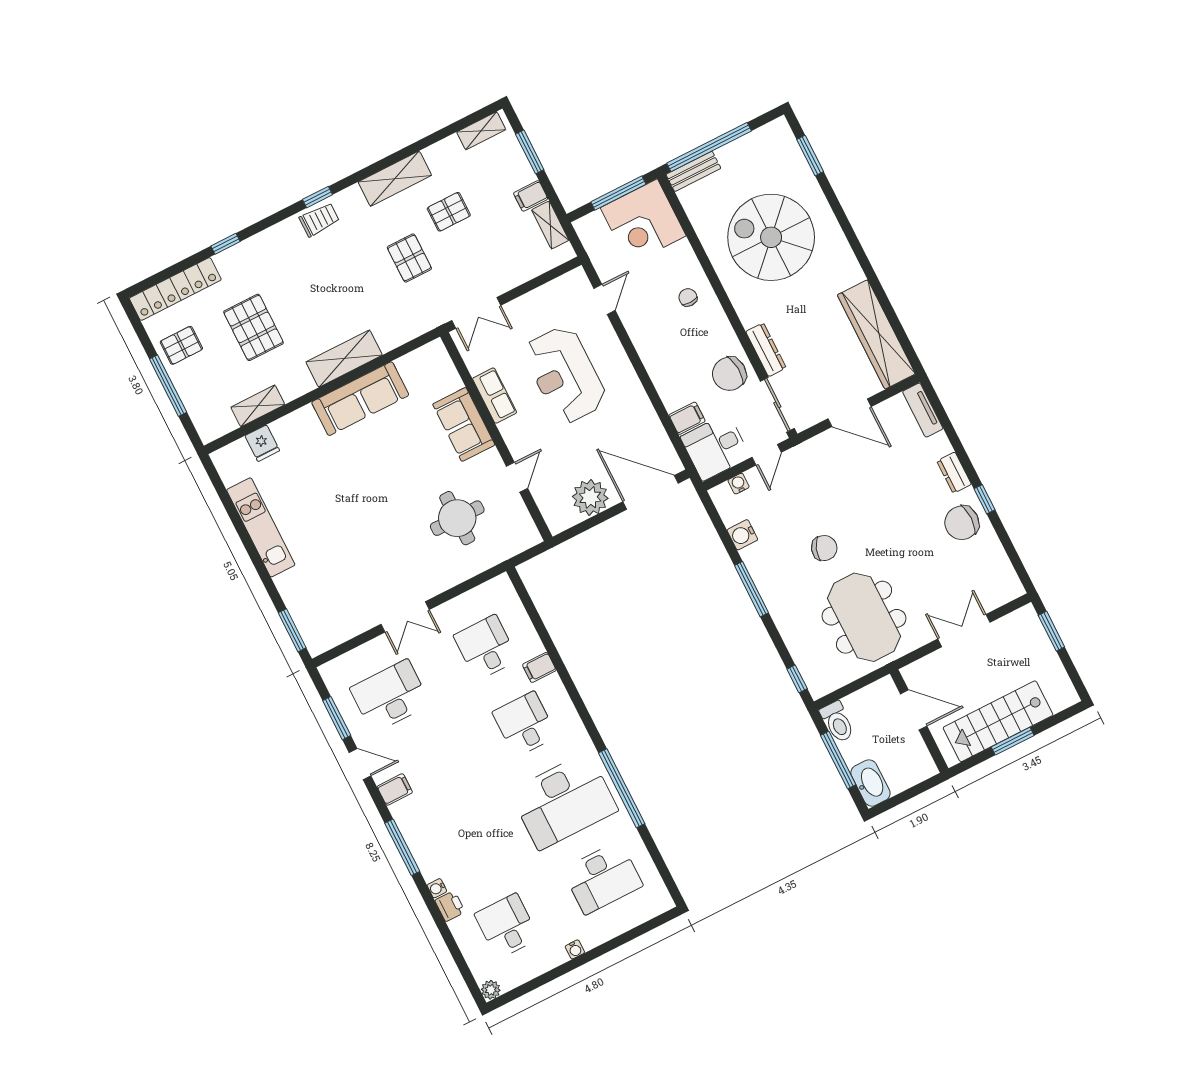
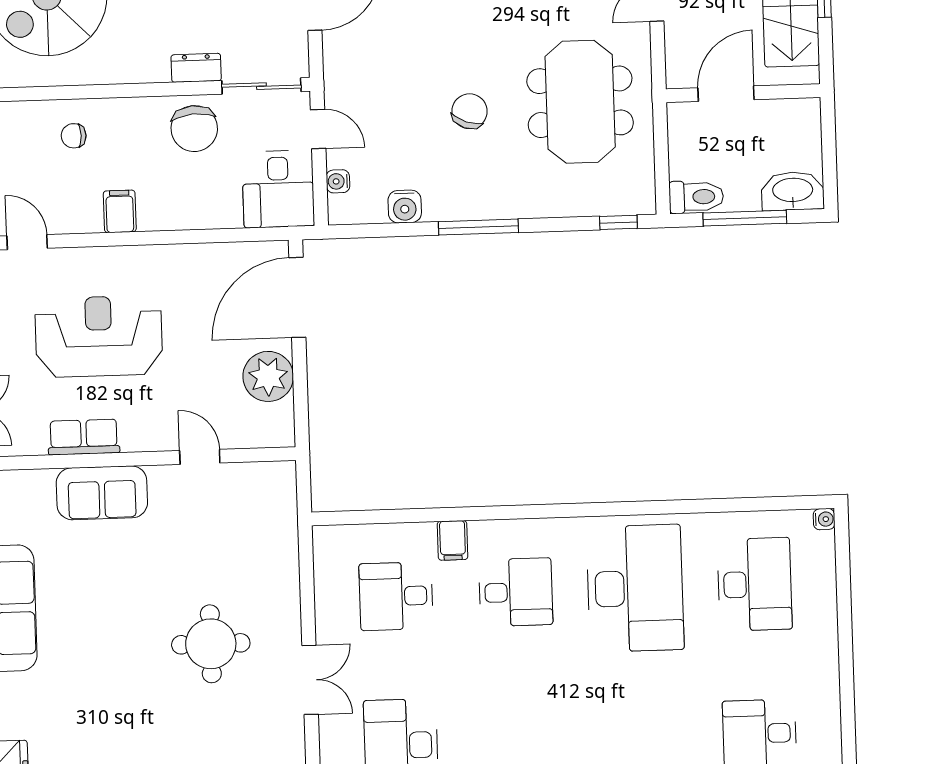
dresser: (766, 350) -> (196, 68), width x0.70
reception desk: (565, 375) -> (99, 336), turned 180
filing cabinet: (687, 418) -> (120, 211), moved
round table: (457, 518) -> (211, 644), moved
meeting table: (864, 617) -> (580, 102), turned 90
desk: (525, 724) -> (516, 592), turned 180
window: (622, 788) -> (653, 508), removed
water cooler: (575, 949) -> (824, 519), moved

